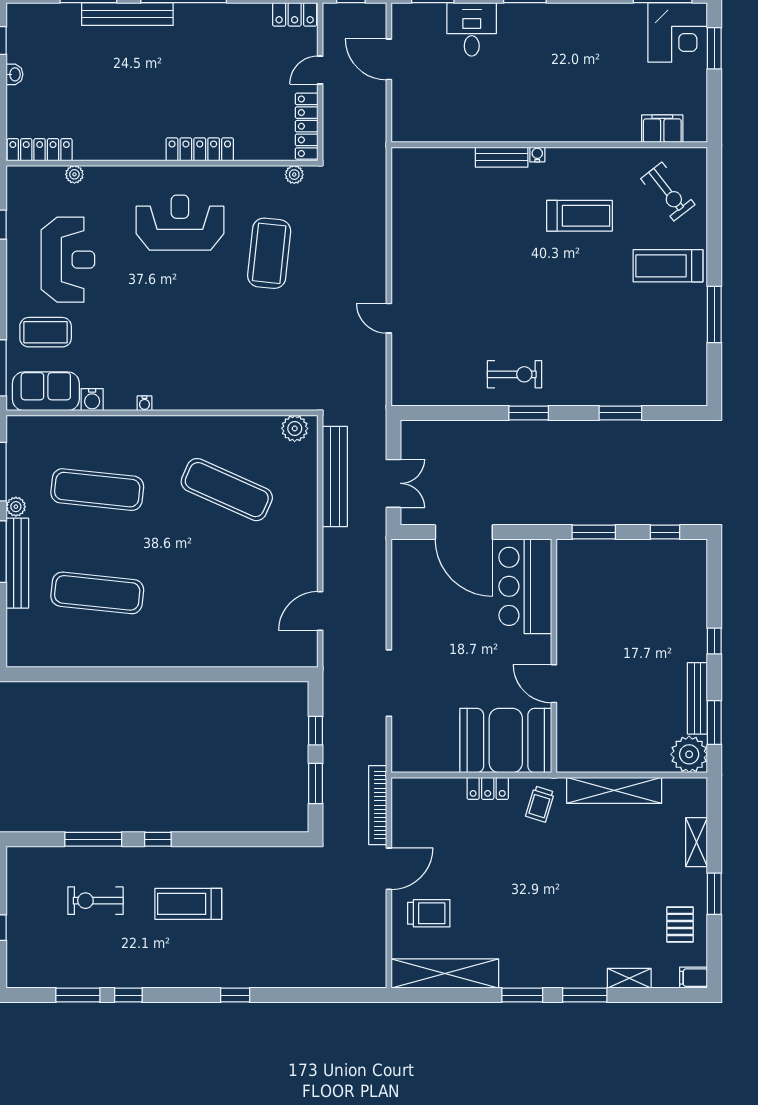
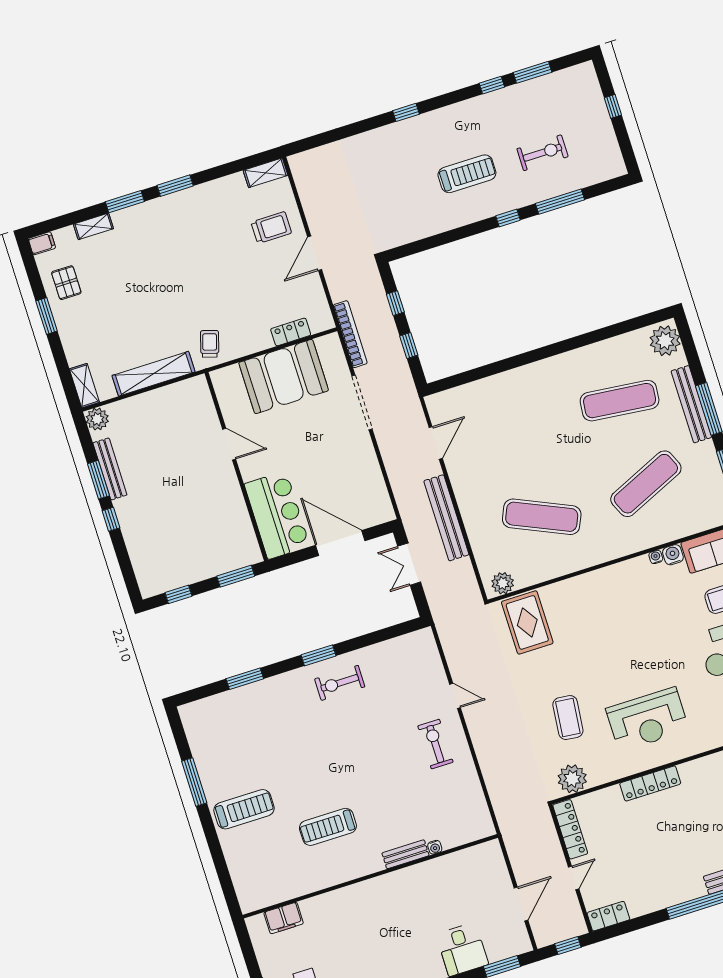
door: (389, 59) -> (521, 904), hinge flipped
water cooler: (537, 154) -> (435, 847), moved
plant: (294, 175) -> (572, 779), width x1.87, depth x1.87
exercise bike: (668, 192) -> (435, 744), moved, turned 38
coffee table: (269, 253) -> (568, 718), width x0.73, depth x0.76
rug: (281, 375) -> (527, 622), added
water cooler: (145, 403) -> (656, 557), moved
bench: (335, 477) -> (446, 518), moved
exercise mat: (97, 490) -> (646, 484), turned -30
plant: (16, 507) -> (665, 341), moved, width x1.87, depth x1.87
window: (714, 723) -> (98, 480), moved
booth: (506, 741) -> (284, 377), moved
plant: (689, 754) -> (97, 419), width x0.73, depth x0.73
window: (316, 784) -> (395, 303), width x0.67
locker: (488, 788) -> (291, 332), moved
bookcase: (378, 805) -> (350, 334), moved
shelving: (696, 842) -> (84, 386), moved
trolley: (429, 913) -> (271, 228), turned 180
shelving: (445, 974) -> (266, 173), width x0.45, depth x0.75

